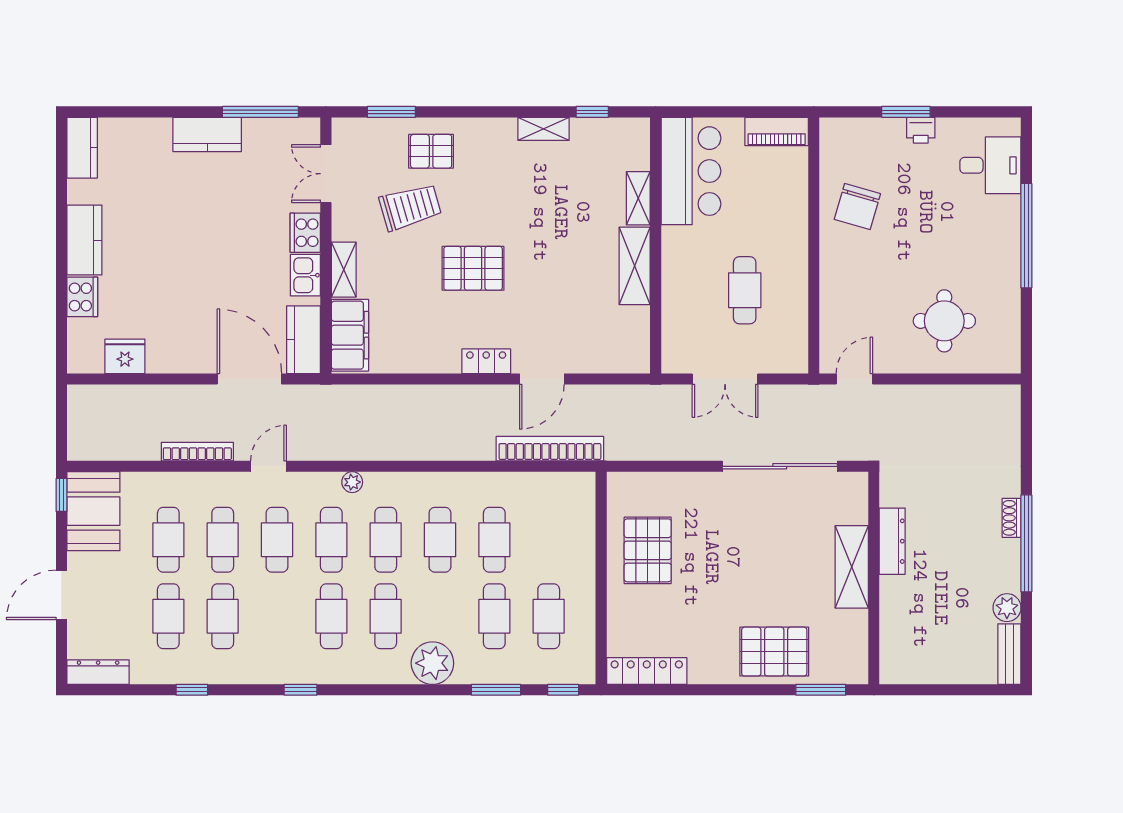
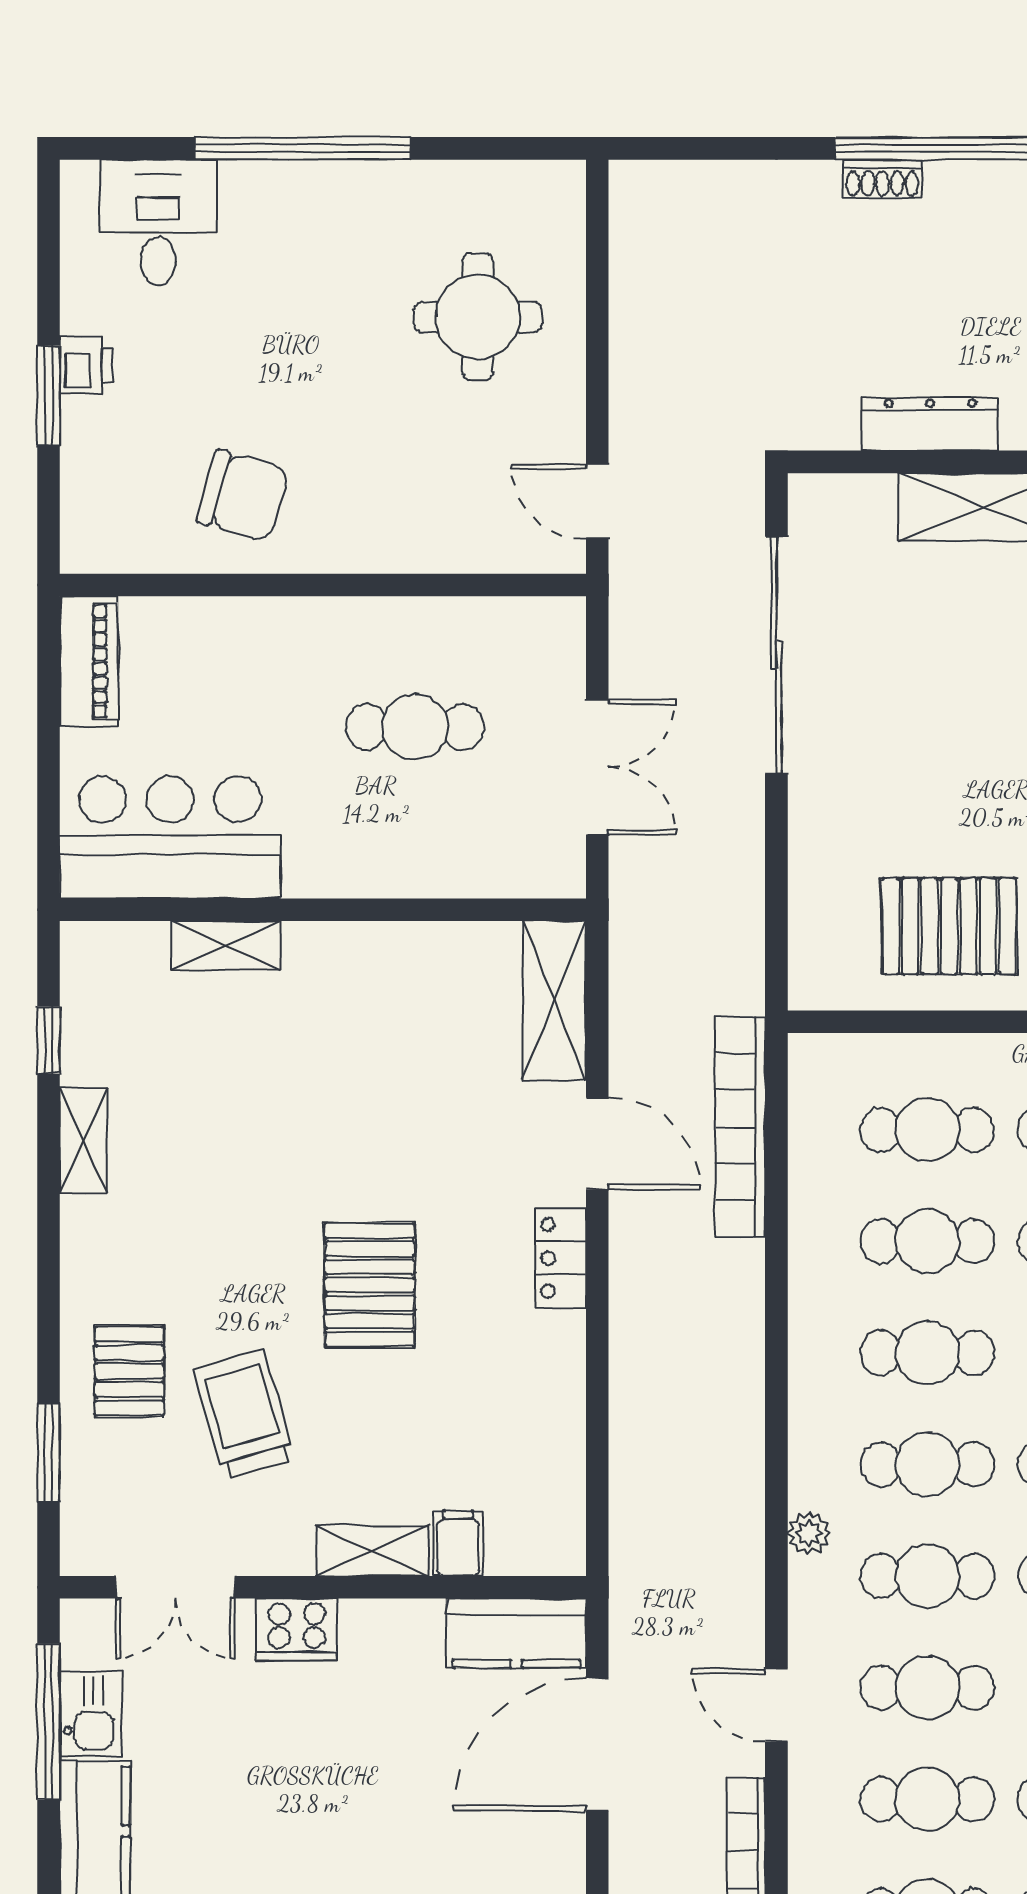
shelving: (635, 266) -> (554, 1001), moved, turned 90
kitchen sink: (305, 275) -> (91, 1714), moved, turned -90
filing cabinet: (350, 335) -> (458, 1543), width x0.33, depth x0.86
cafe table: (549, 540) -> (927, 1130), added

